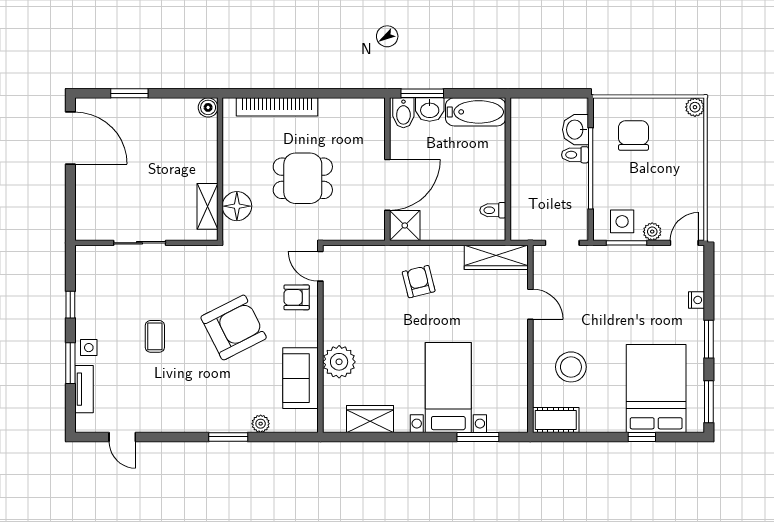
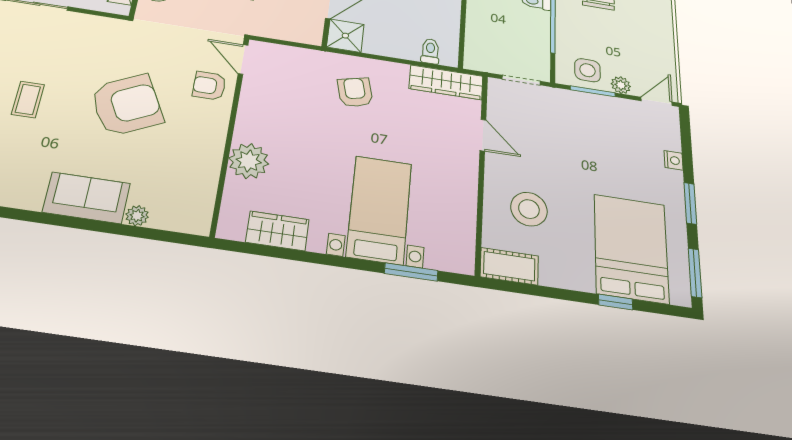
toilet: (493, 210) -> (430, 51), moved, turned 90
sofa: (301, 378) -> (86, 198), moved, turned 90
window: (228, 437) -> (92, 225), removed

